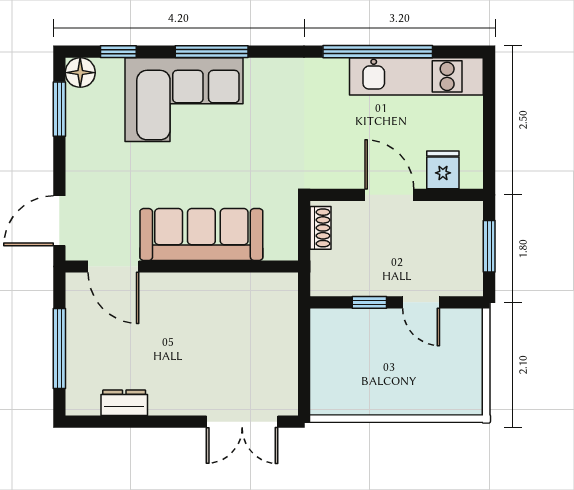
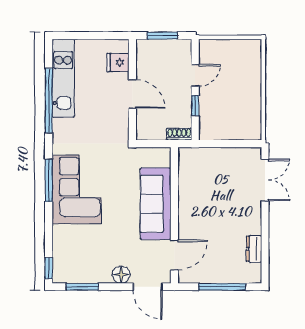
window: (118, 52) -> (49, 268), moved
window: (212, 52) -> (49, 180), moved
floor lamp: (80, 73) -> (121, 275), moved
corner sofa: (184, 100) -> (77, 189), moved
door: (389, 195) -> (132, 94), swing flipped
shoe rack: (320, 228) -> (179, 134), moved

